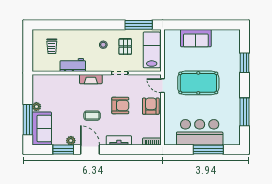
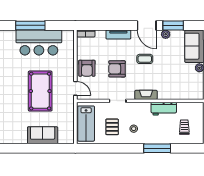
window: (139, 25) -> (157, 148), moved
pool table: (198, 83) -> (40, 91), turned 90

